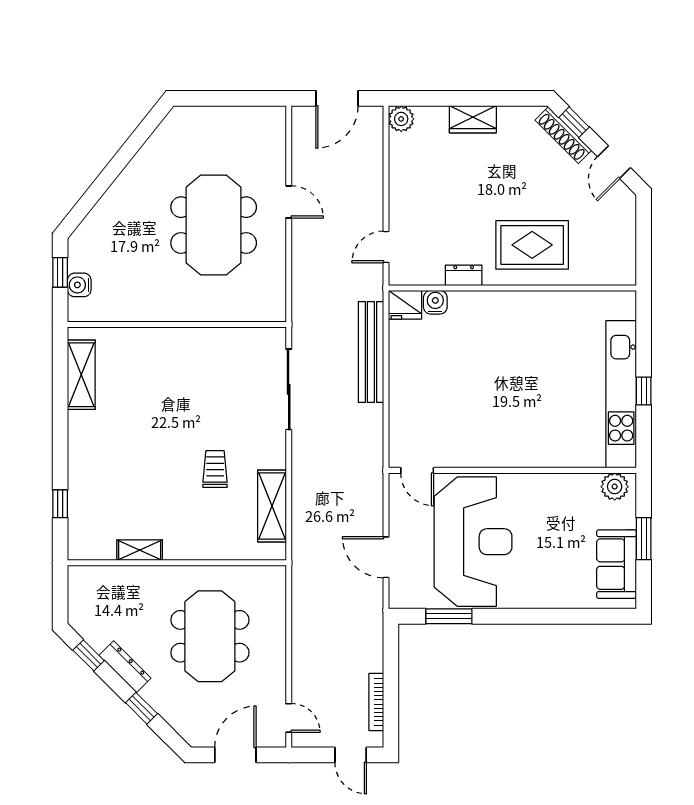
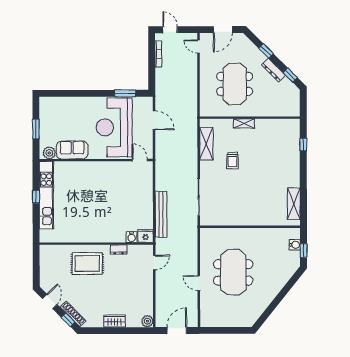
shelving: (140, 550) -> (244, 123), moved
sofa: (617, 564) -> (72, 150), moved, turned -90

